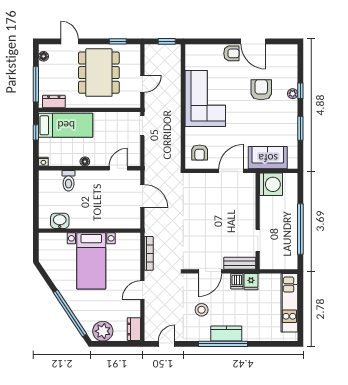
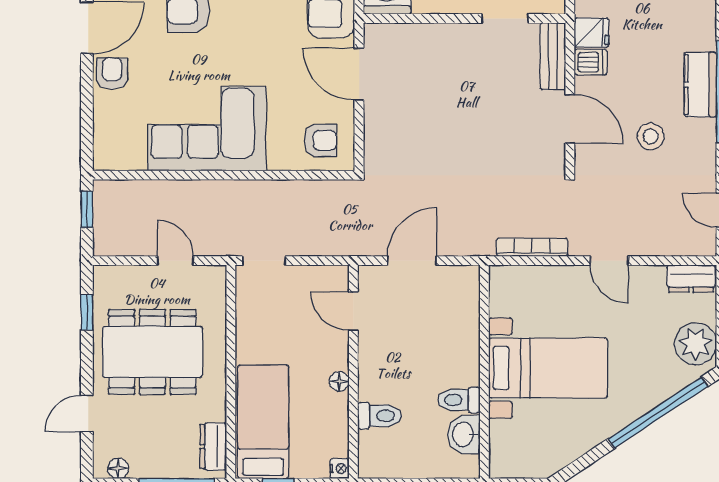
toilet: (76, 219) -> (459, 400), added

